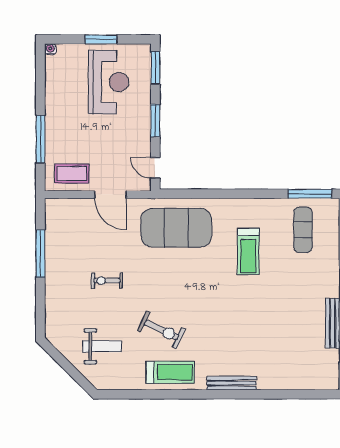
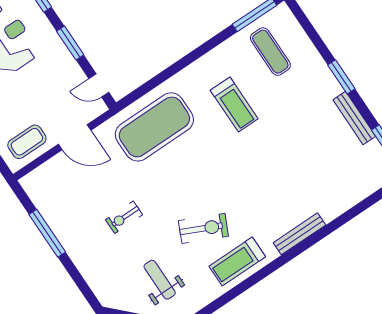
weight bench: (102, 346) -> (160, 280), turned -90
treadmill: (170, 372) -> (237, 261), turned 180

